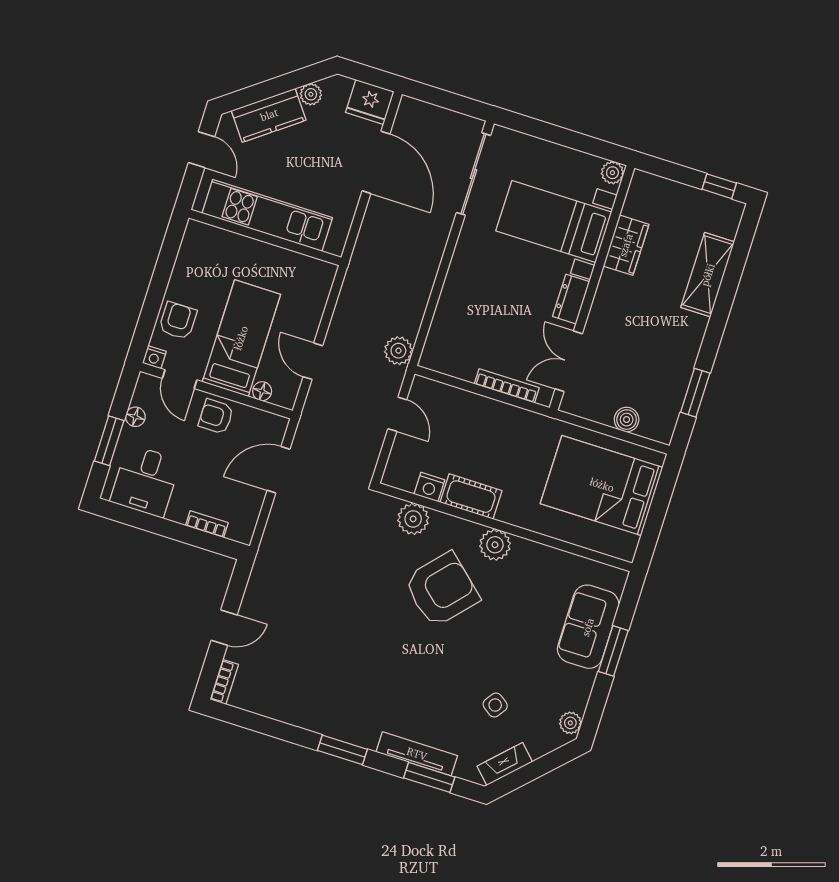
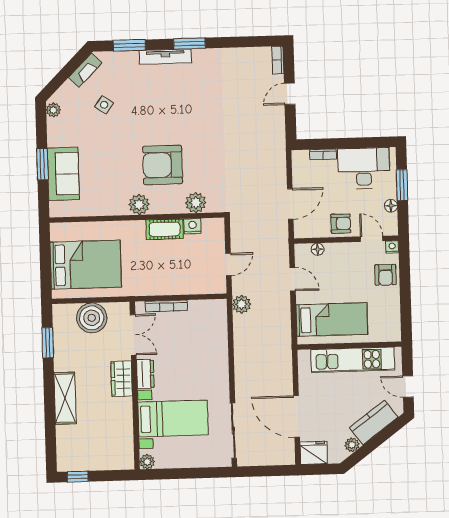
wardrobe: (626, 245) -> (122, 379), moved
shelving: (708, 275) -> (65, 398), moved
bed: (241, 338) -> (332, 319), moved, turned -90
door: (397, 414) -> (228, 264), swing flipped
boiler: (627, 420) -> (92, 318), width x1.86, depth x1.86
desk: (145, 481) -> (364, 168), width x1.37
armchair: (442, 590) -> (163, 165), turned 48
tv unit: (417, 754) -> (165, 57), moved

